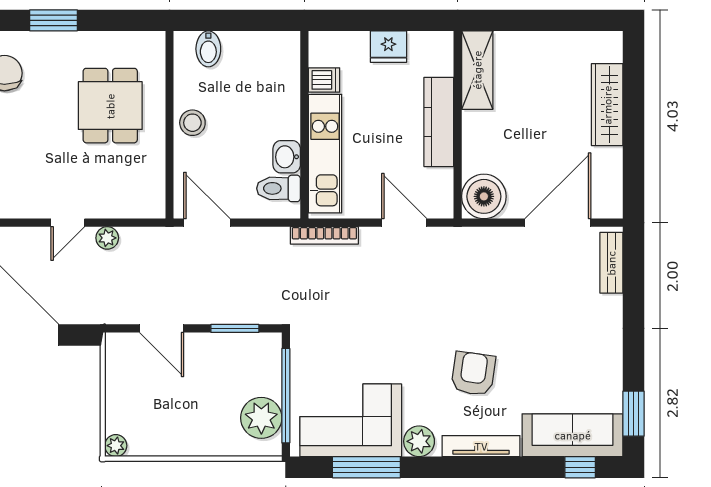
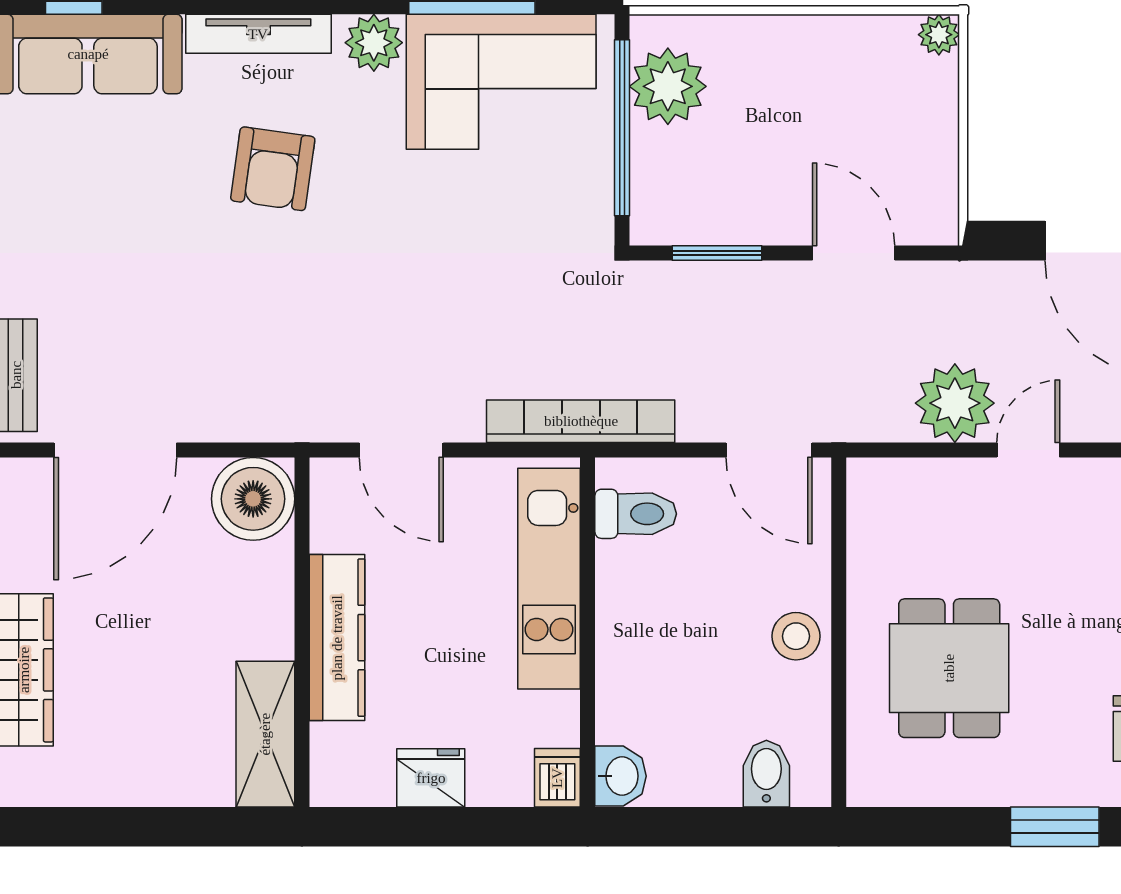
dishwasher: (324, 80) -> (557, 778), moved, turned 90
washbasin: (287, 157) -> (620, 776), moved
bookcase: (324, 235) -> (581, 421), width x1.48, depth x1.31
plant: (107, 238) -> (955, 403), width x1.87, depth x1.87

